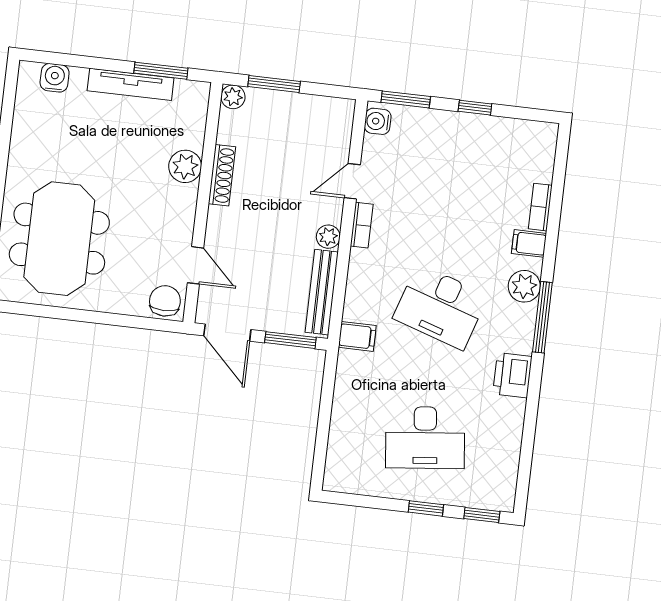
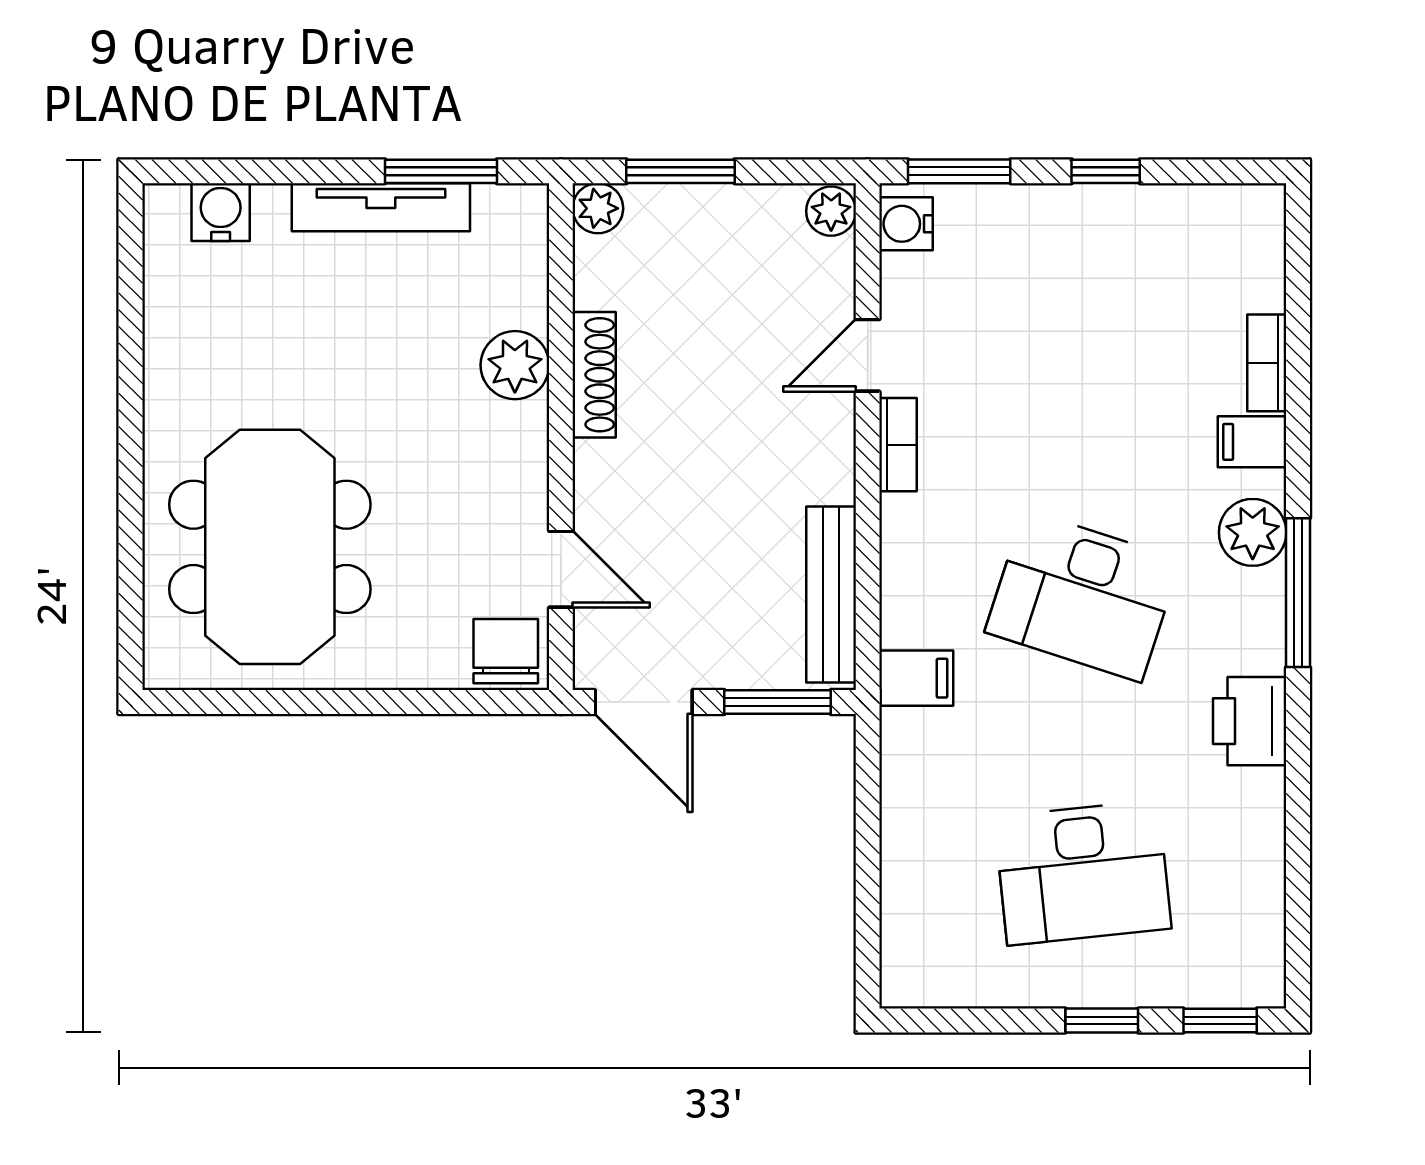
plant: (328, 237) -> (831, 211), moved

